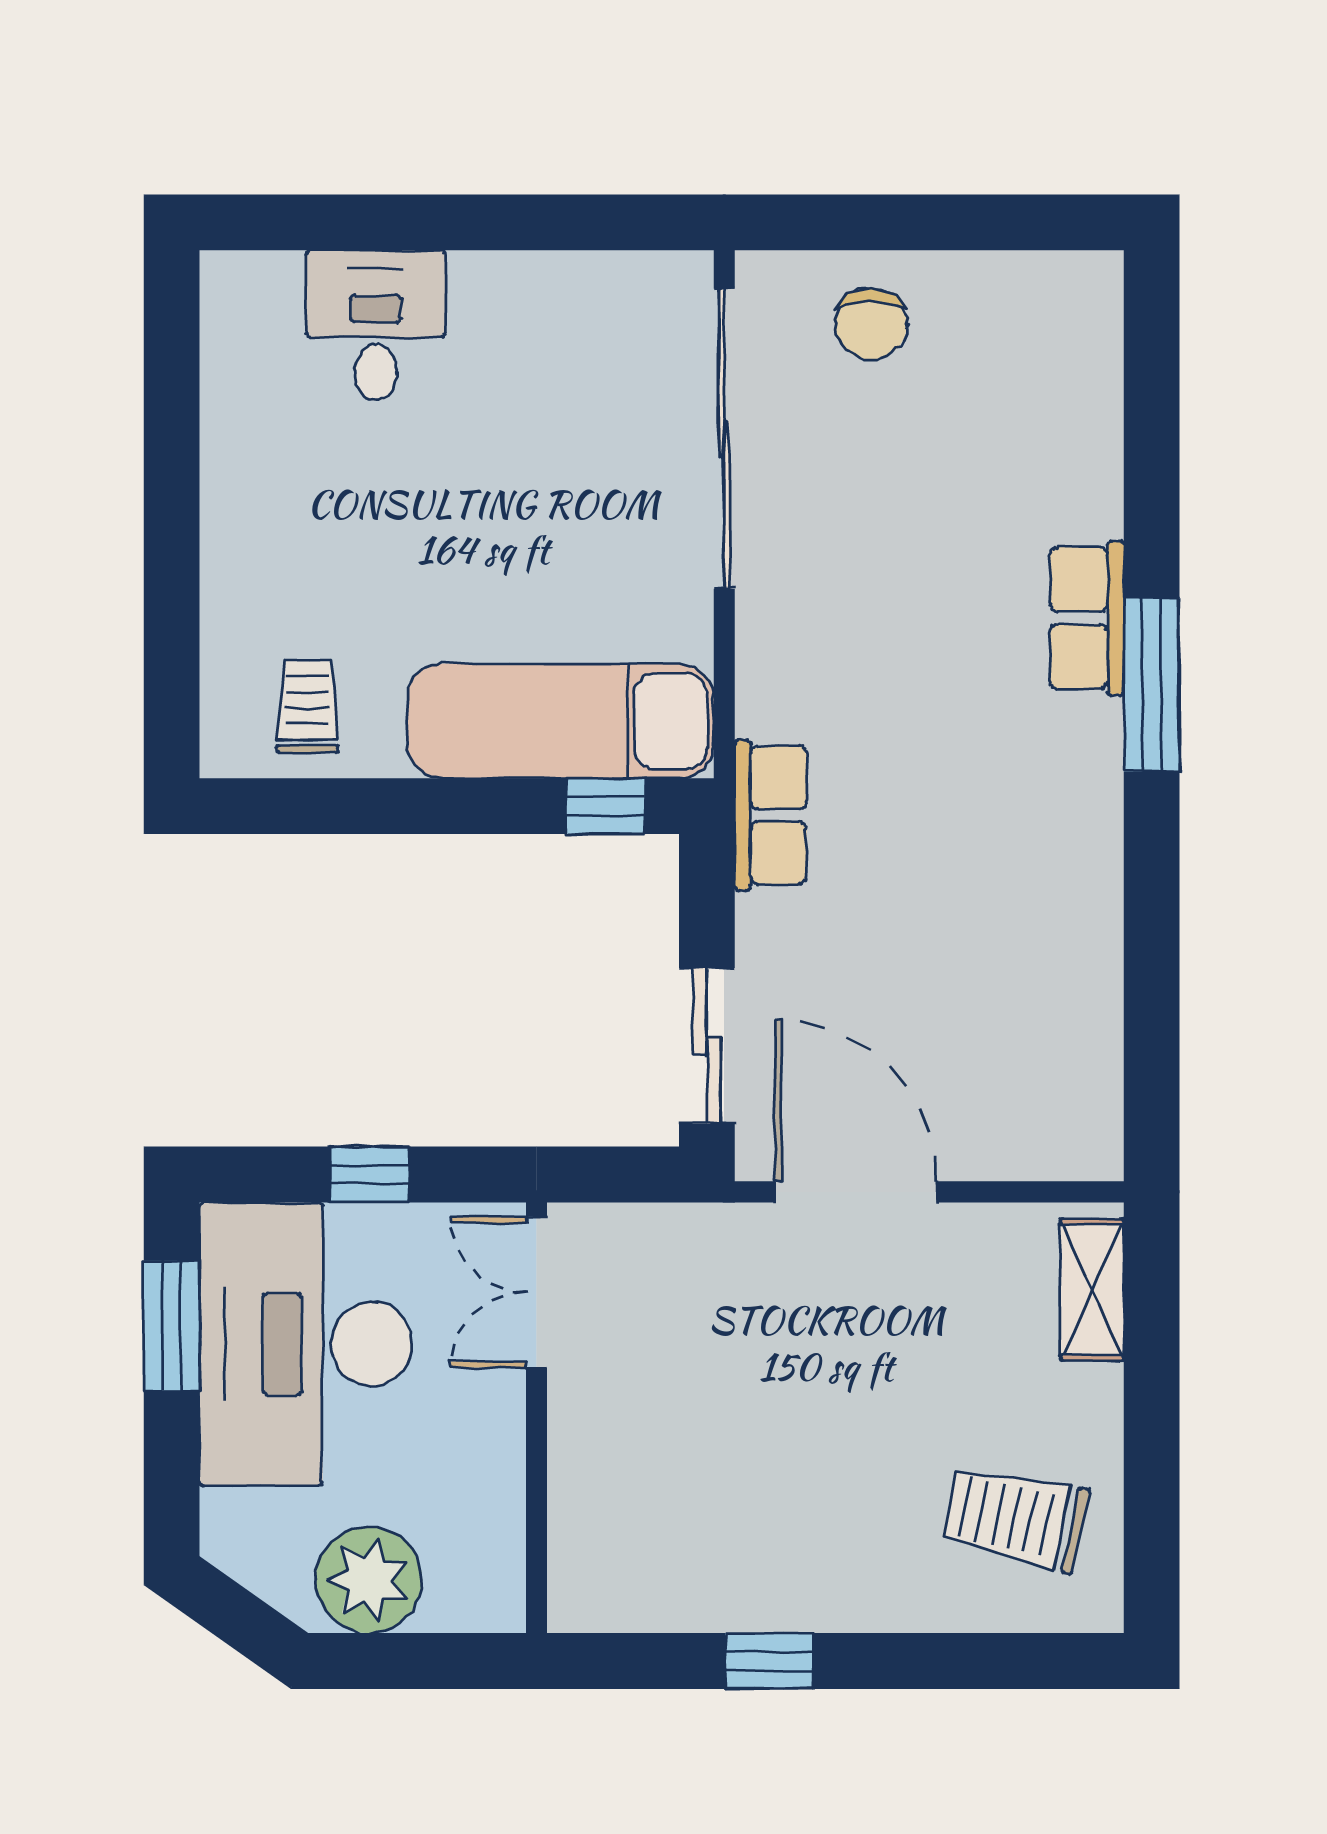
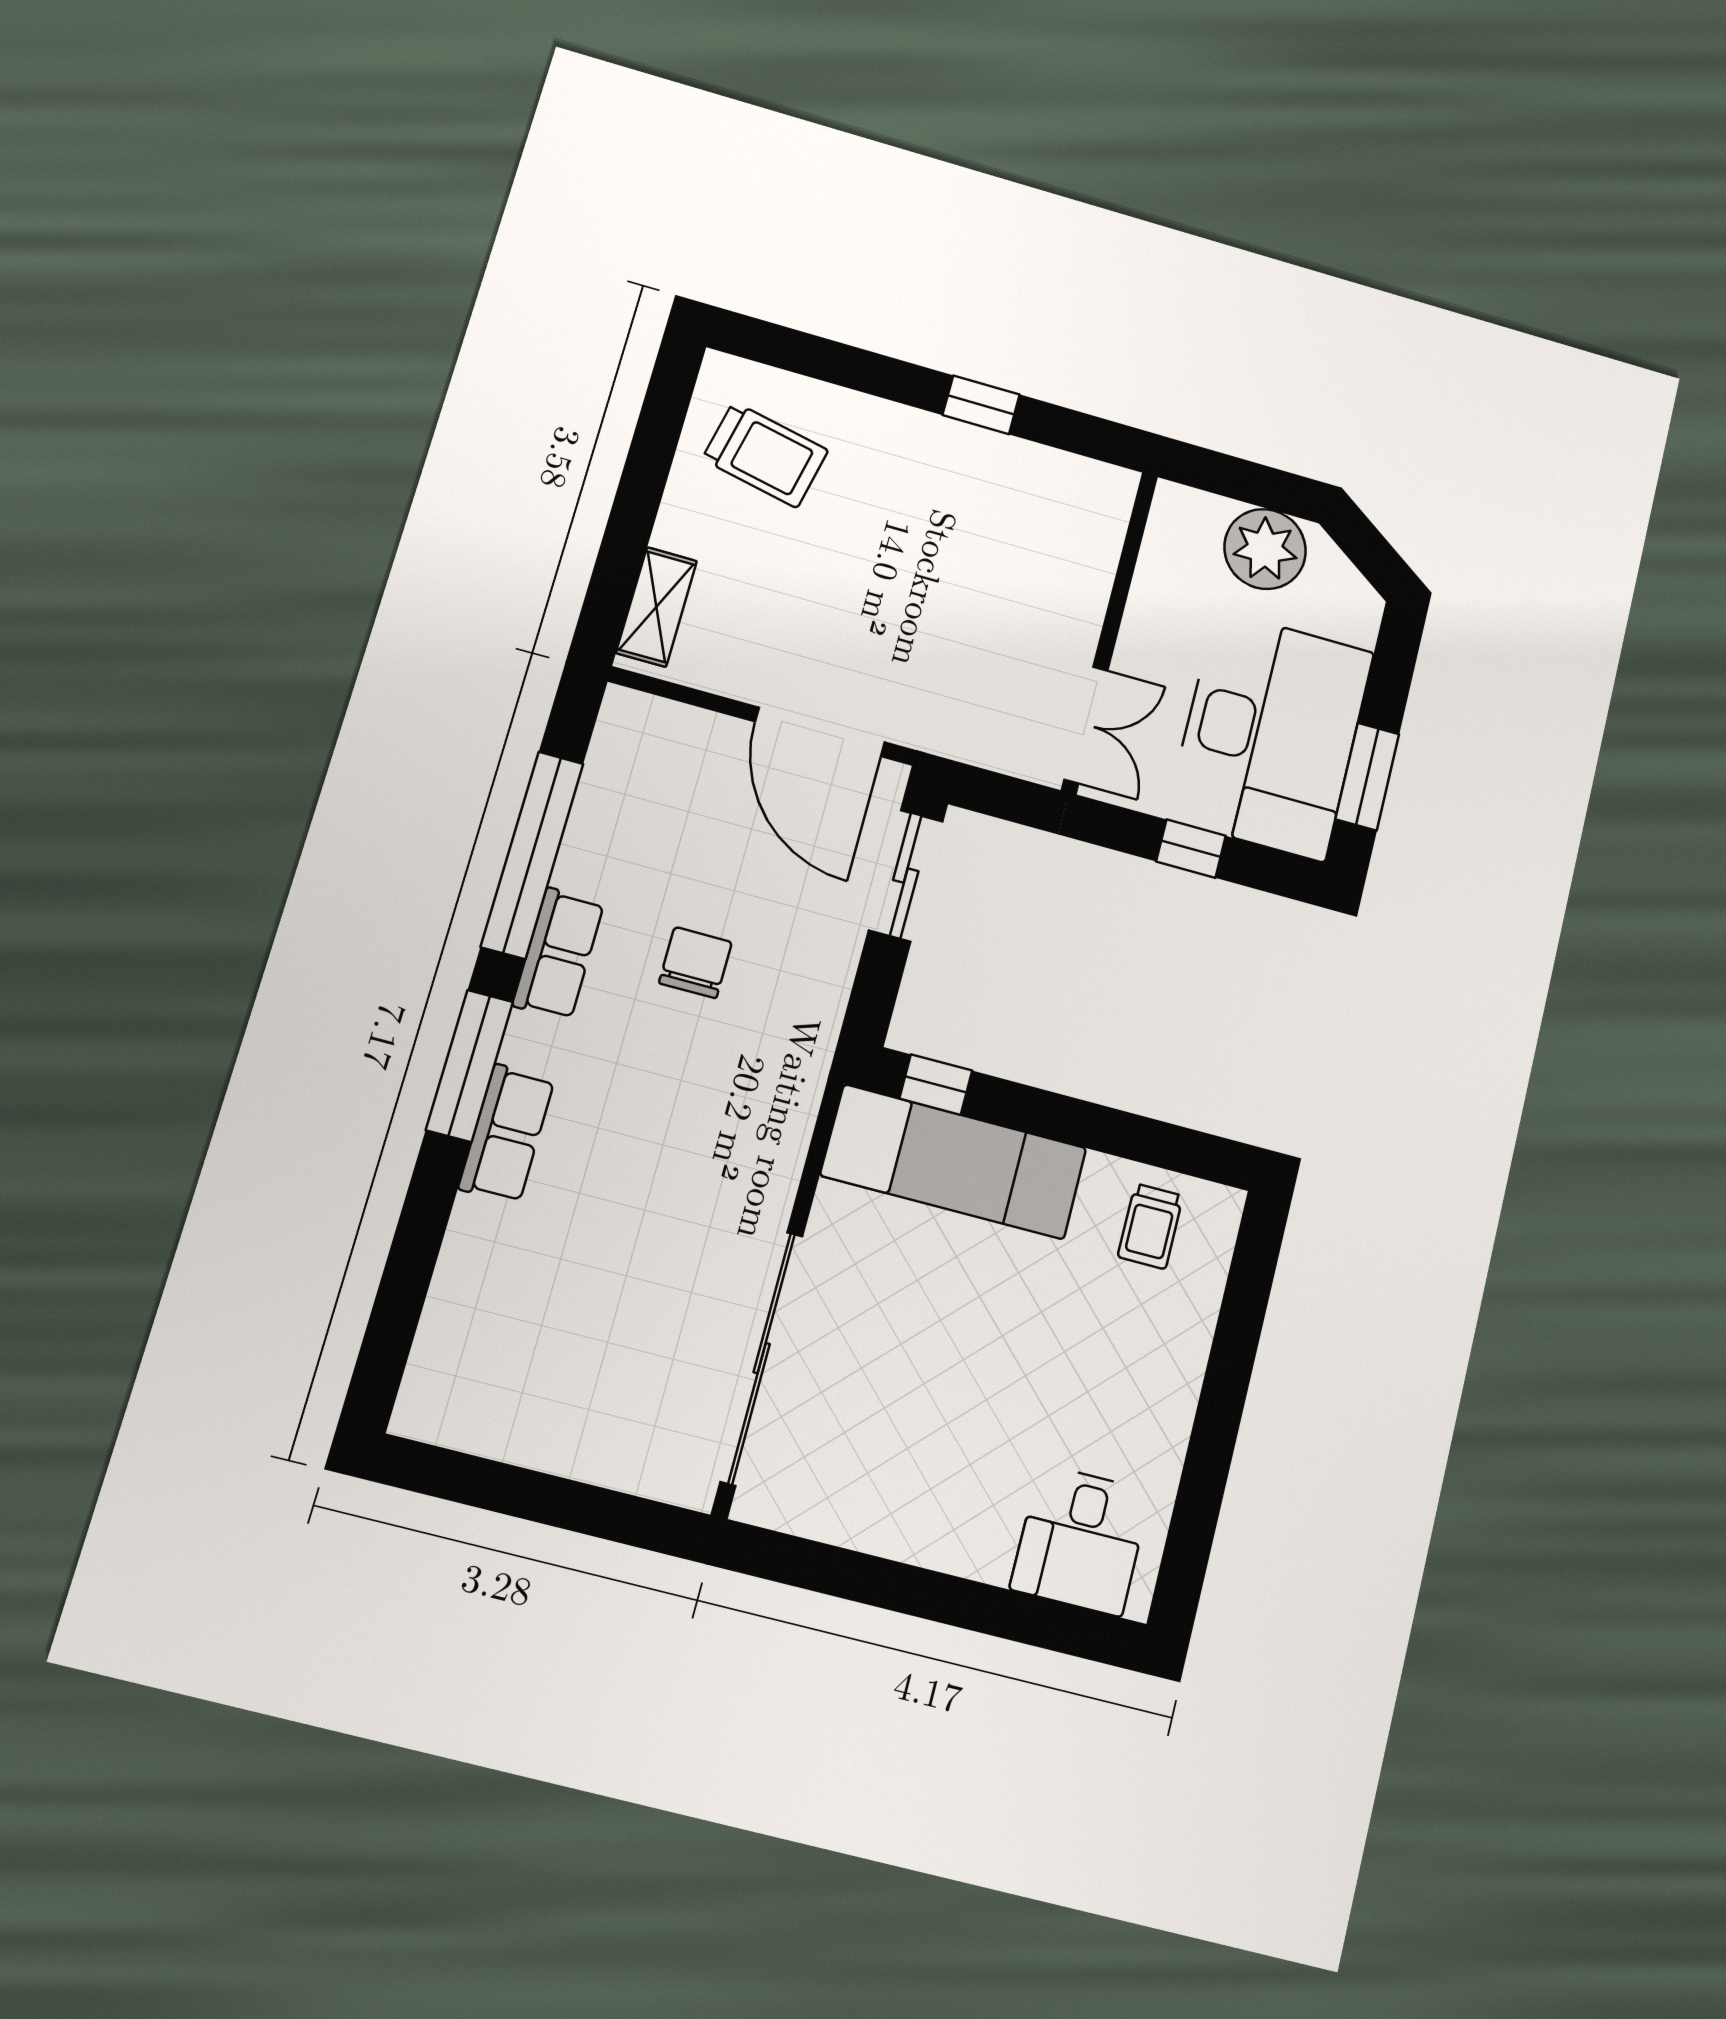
chair: (871, 324) -> (695, 963), moved
desk: (376, 325) -> (1081, 1540), moved
row of seats: (771, 815) -> (558, 954), moved, turned 180
window: (1152, 949) -> (532, 855), added

